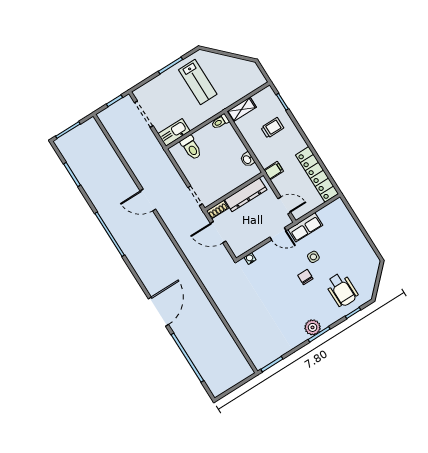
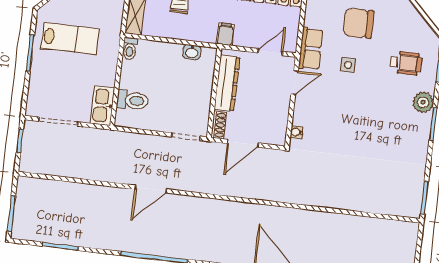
chair: (305, 277) -> (358, 23), moved, width x1.87, depth x1.87
wheelchair: (342, 290) -> (406, 63), width x0.73, depth x0.73
plant: (313, 327) -> (423, 102), moved

